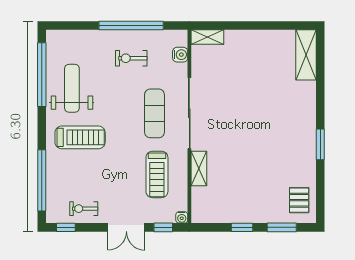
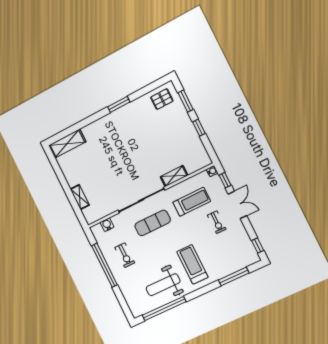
shelving: (207, 37) -> (80, 197), moved
window: (42, 180) -> (234, 277), width x0.68
exercise bike: (84, 209) -> (217, 222), moved

